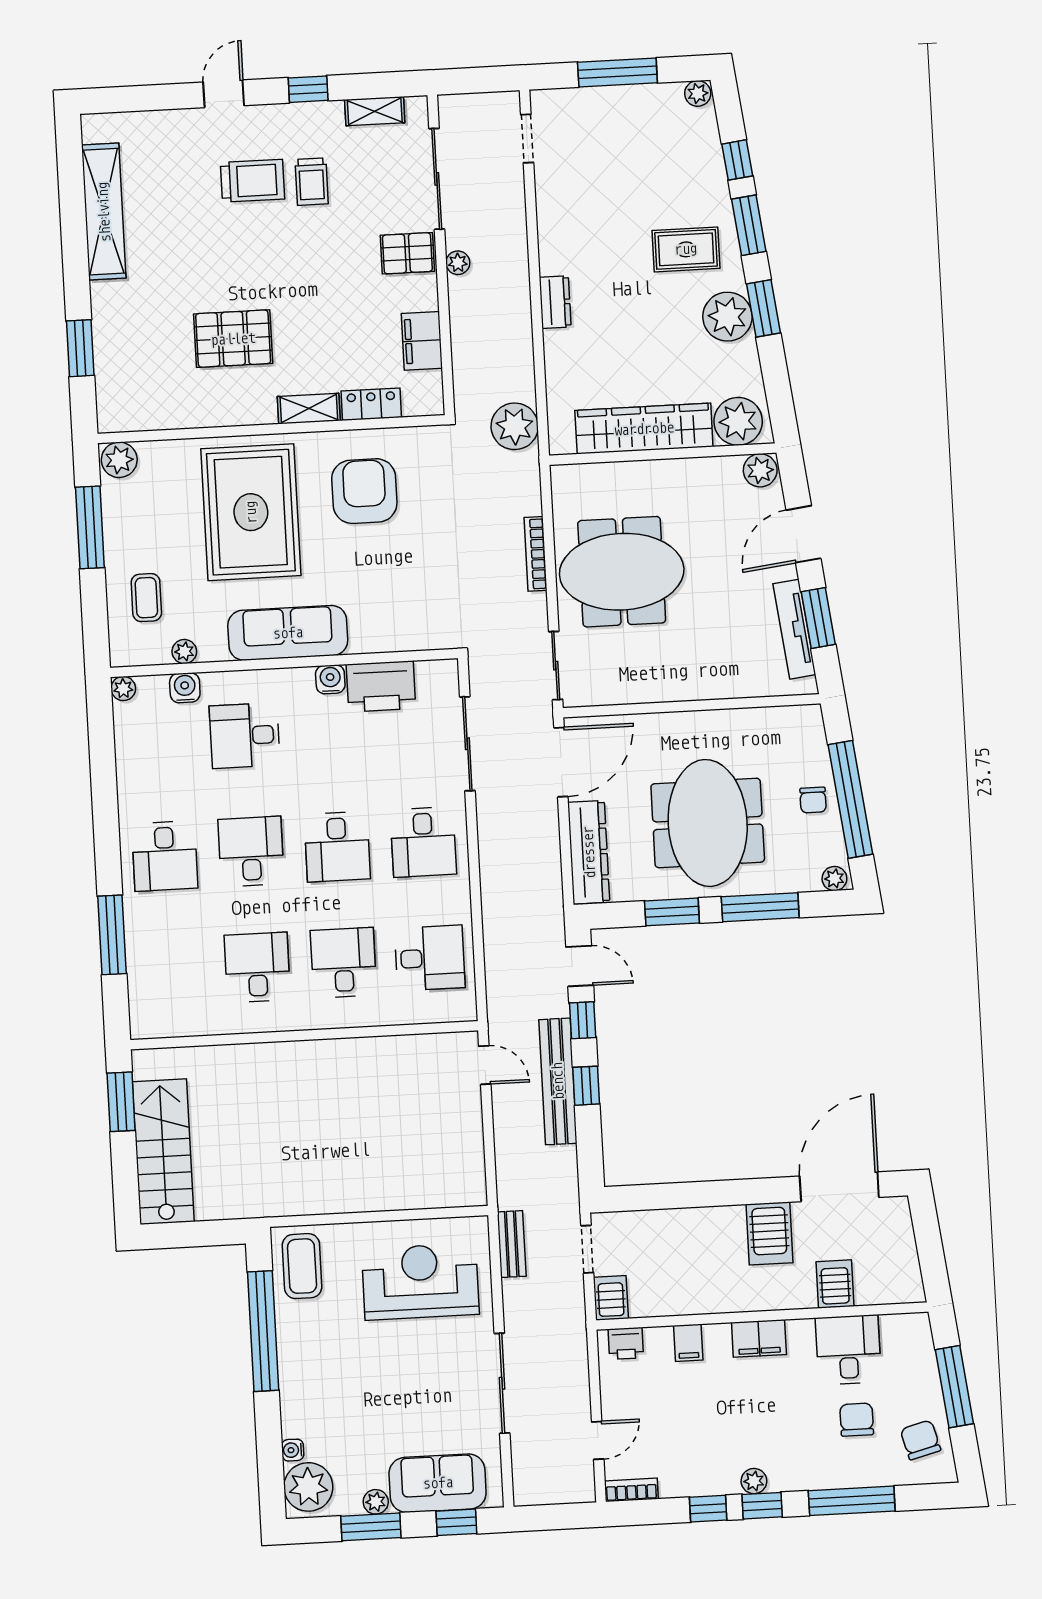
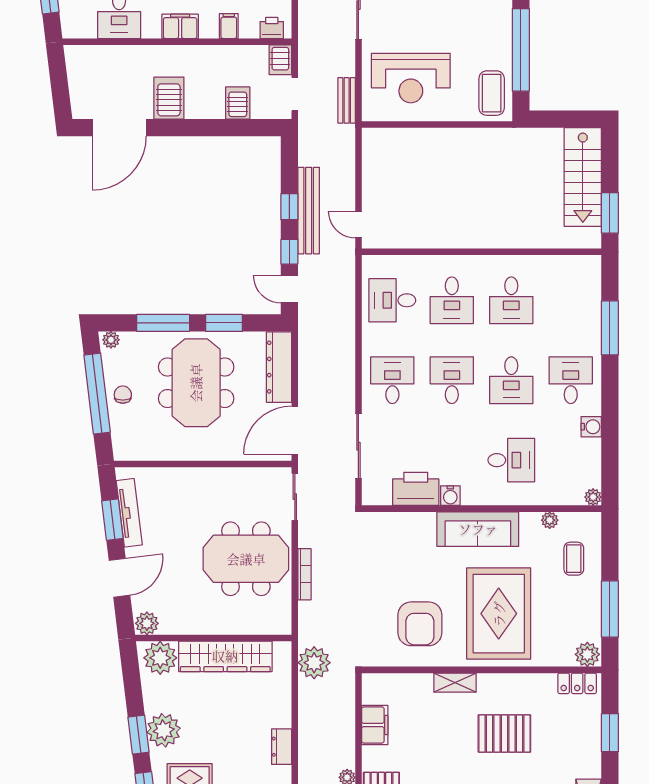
locker: (371, 404) -> (577, 683), moved
water cooler: (185, 688) -> (591, 427), moved, turned -90
server rack: (835, 1284) -> (238, 103), moved, turned 180

